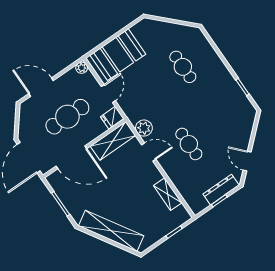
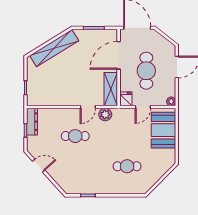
door: (108, 94) -> (143, 107), hinge flipped
dresser: (221, 190) -> (32, 122), moved
shelving: (168, 194) -> (53, 100), removed

